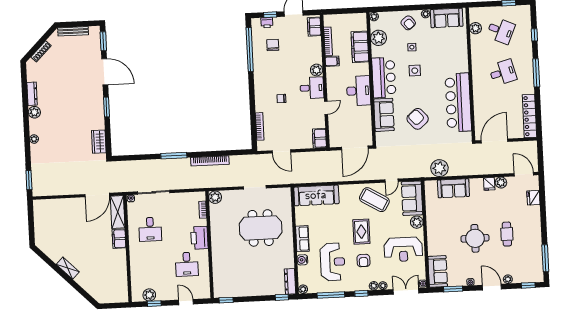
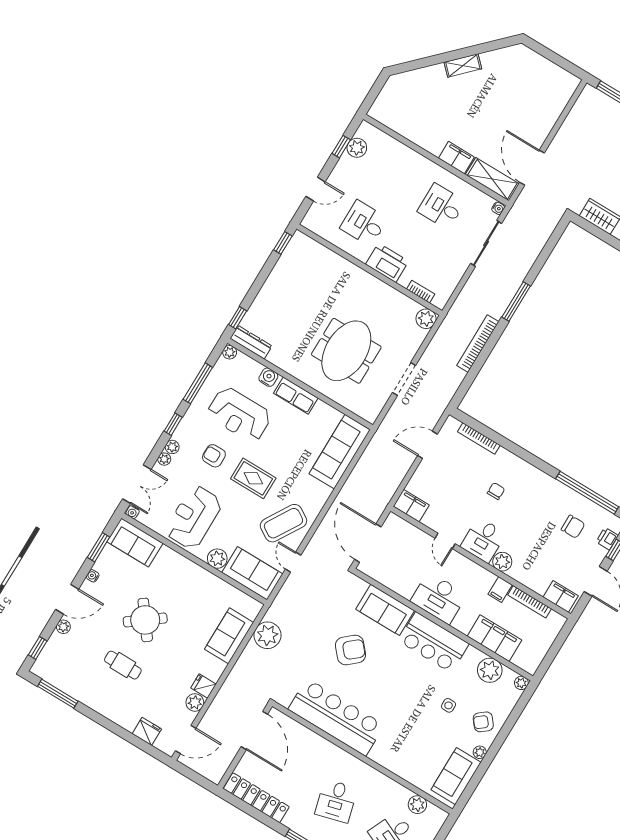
side table: (415, 71) -> (416, 689), removed
round table: (475, 238) -> (145, 620), turned -37

